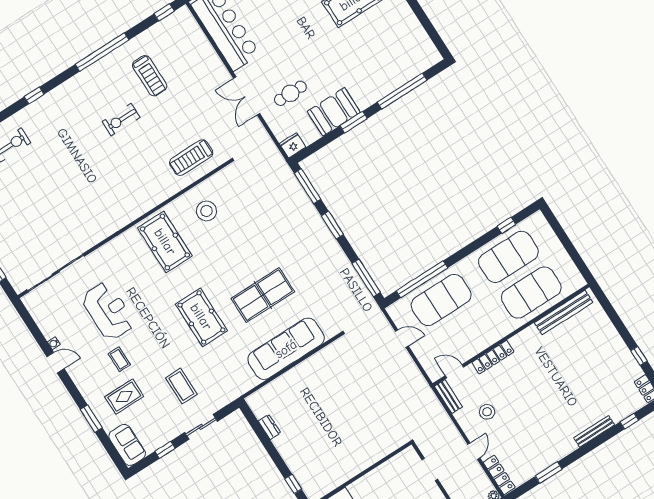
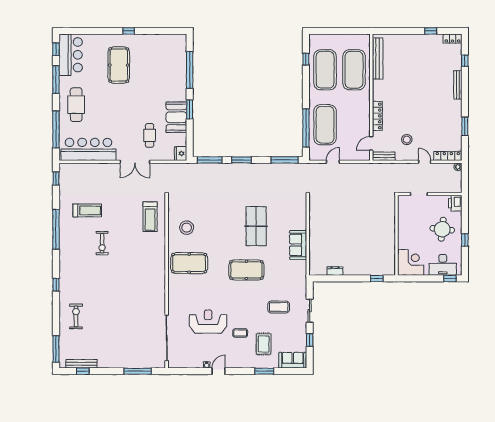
sofa: (286, 349) -> (298, 245), width x0.54, depth x0.79

